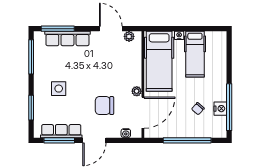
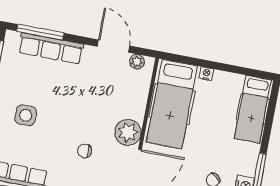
hospital bed: (195, 54) -> (253, 109), moved
plant: (137, 91) -> (128, 132), width x1.87, depth x1.87
chair: (104, 106) -> (84, 151), width x0.54, depth x0.54

